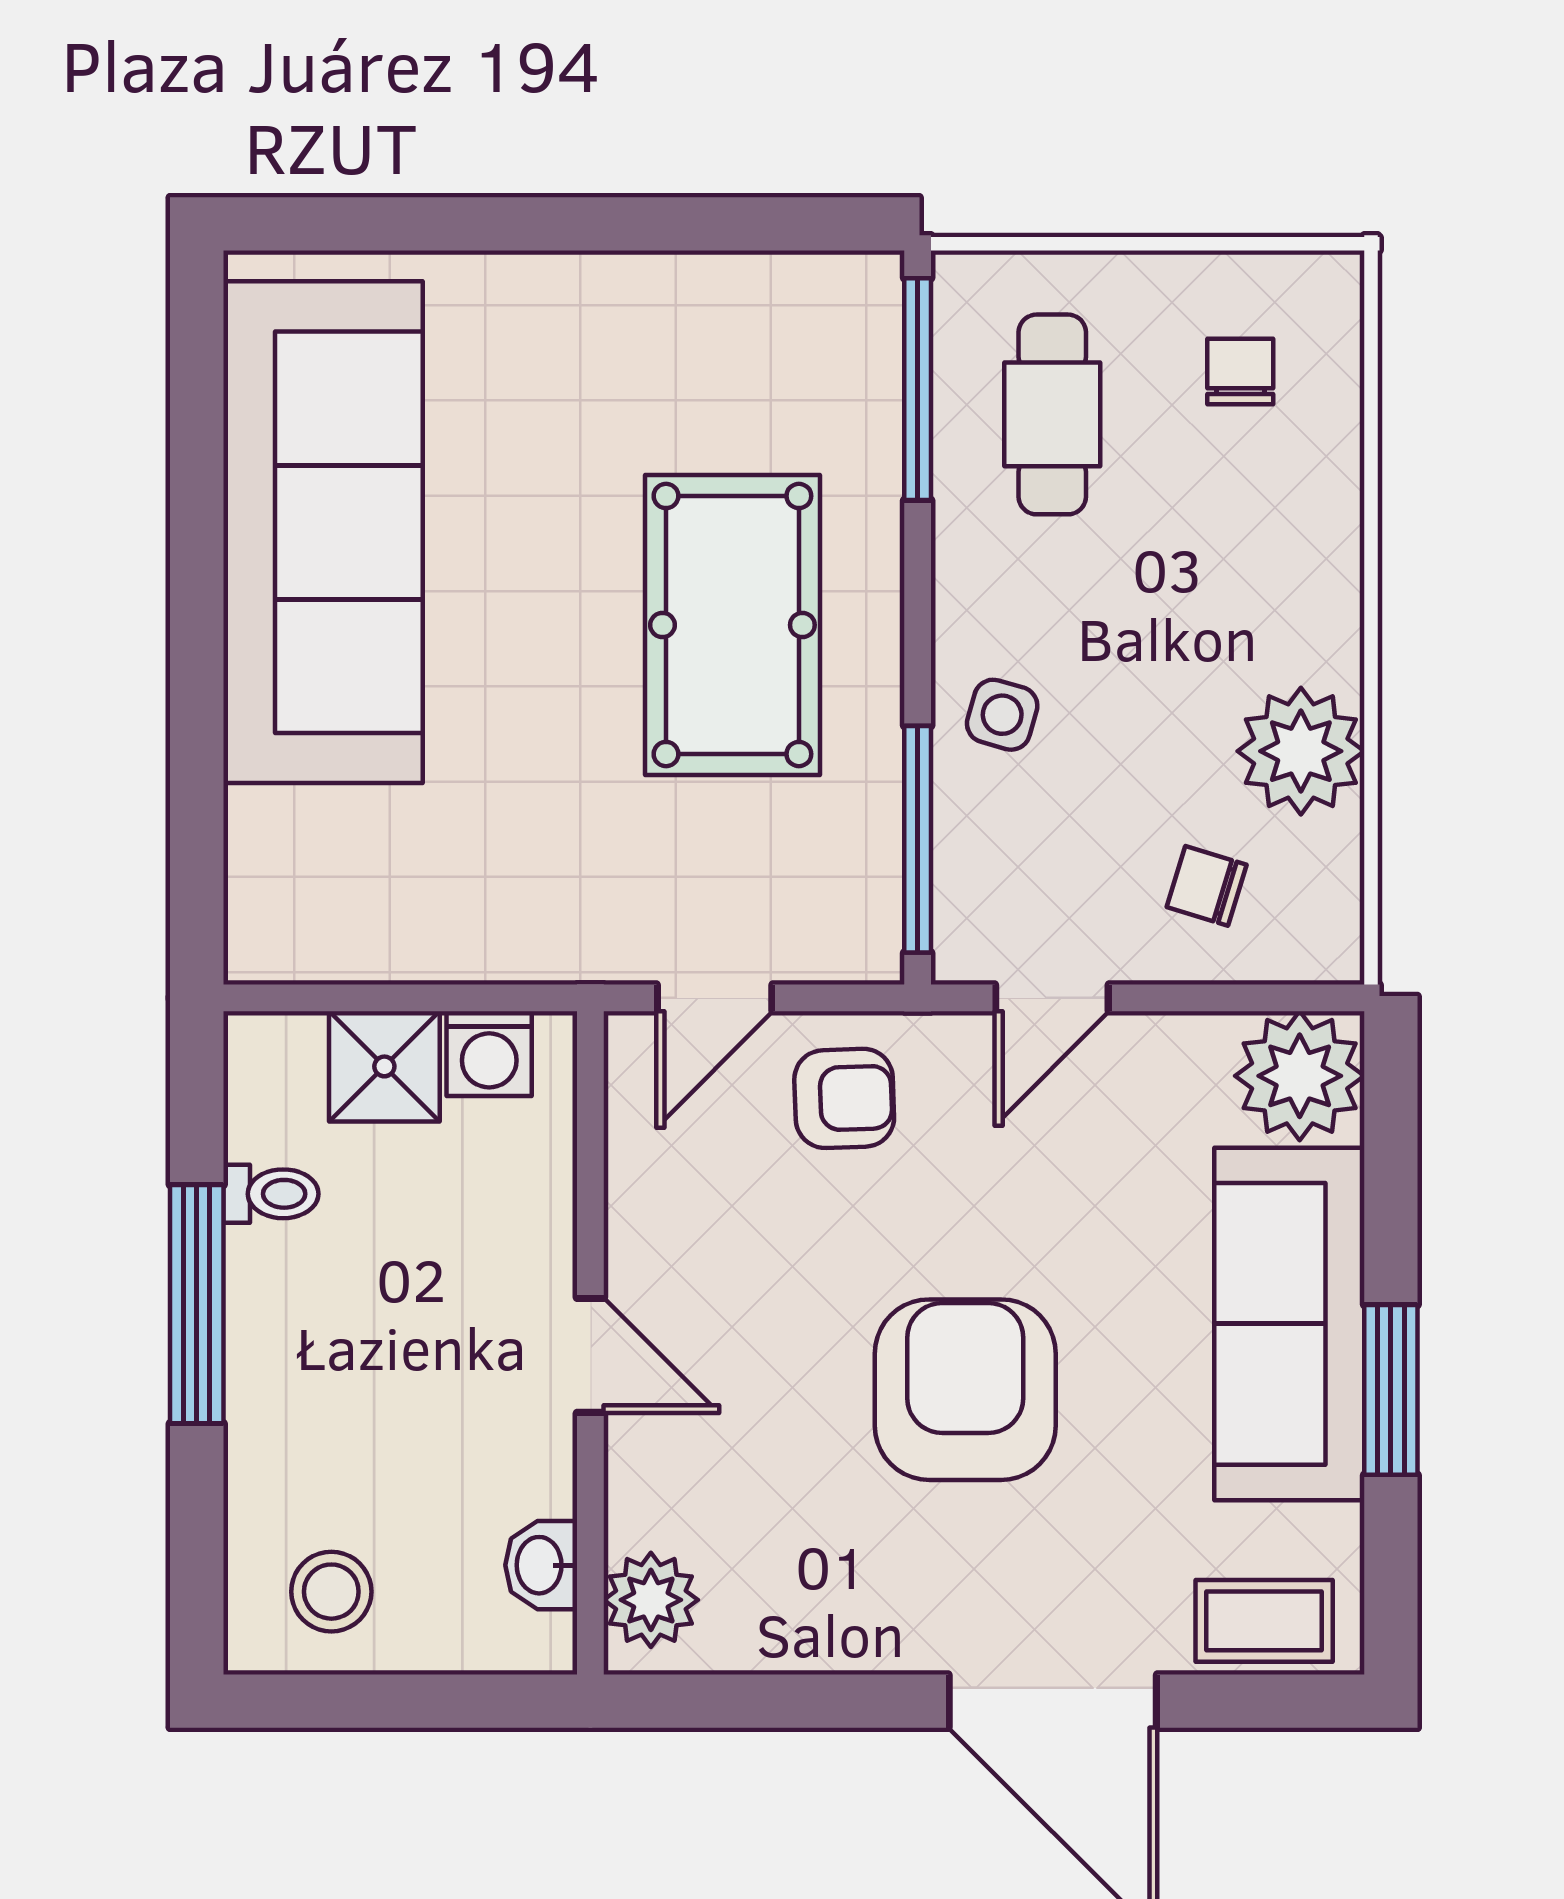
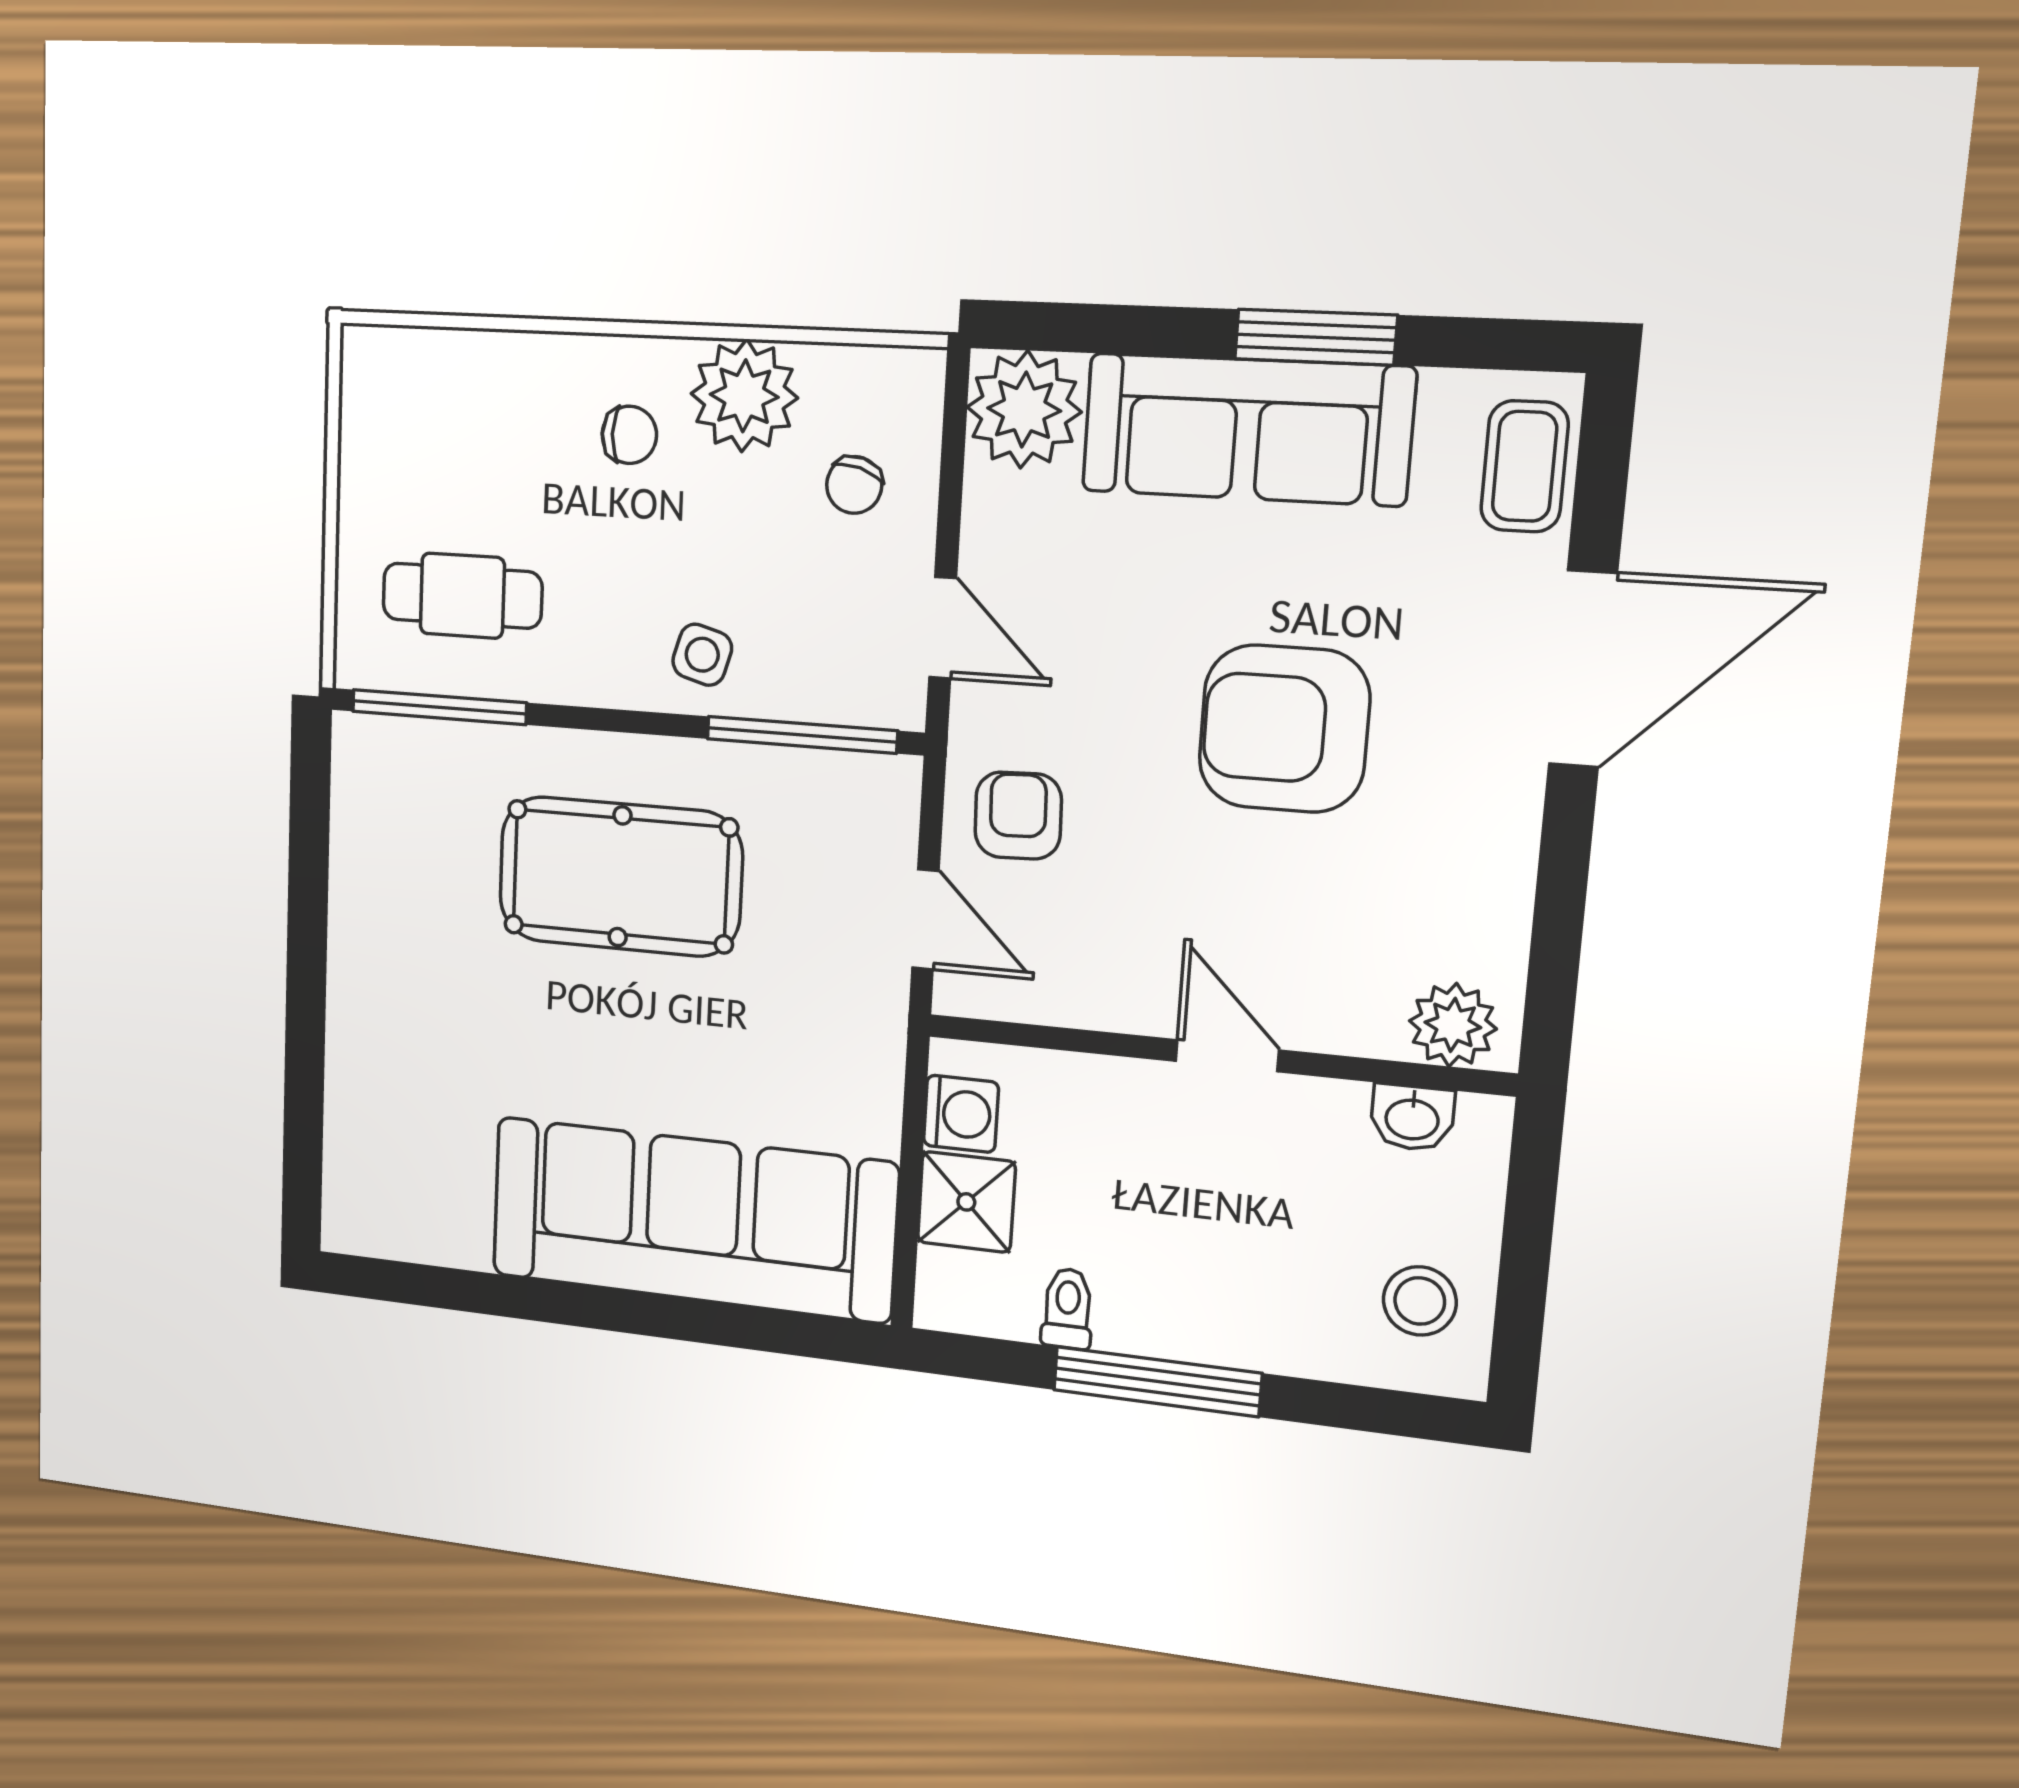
chair: (1240, 371) -> (629, 435), moved, turned 180
sofa: (323, 532) -> (692, 1219), moved
door: (590, 1355) -> (1227, 1056), hinge flipped

